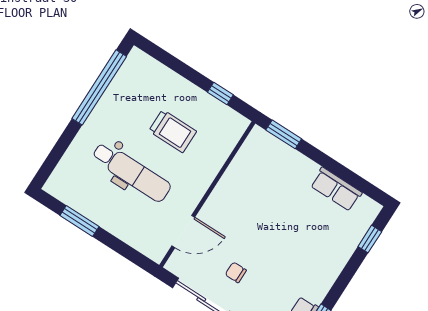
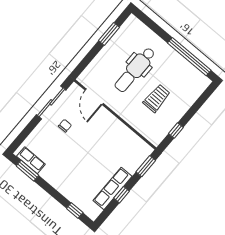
trolley: (173, 131) -> (157, 98), turned 180
window: (335, 167) -> (122, 195), added
row of seats: (336, 189) -> (113, 188), width x1.48

